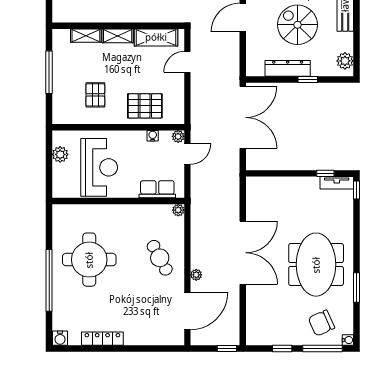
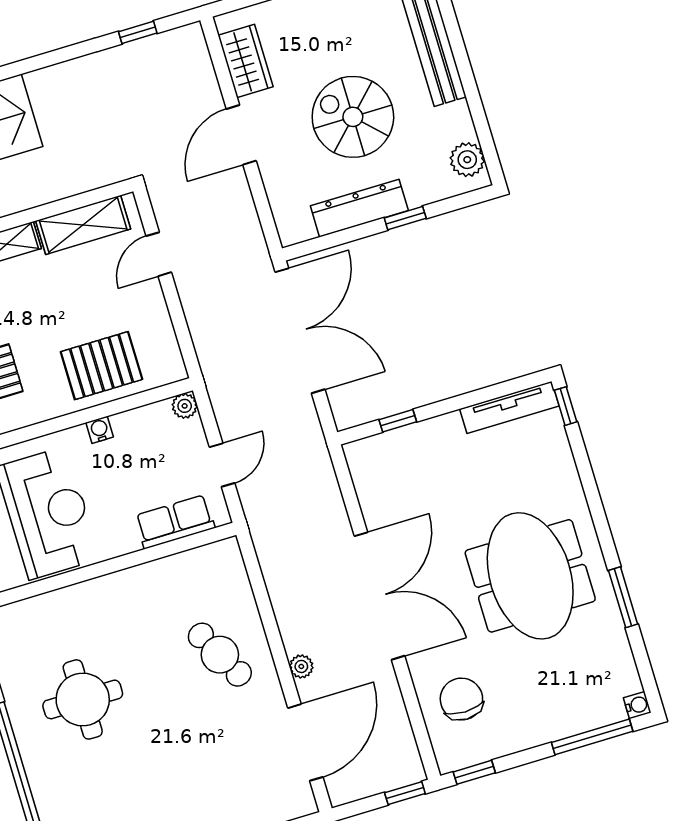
water cooler: (153, 136) -> (100, 430), moved
door: (187, 154) -> (222, 465), moved
window: (325, 173) -> (398, 421), moved
tv unit: (337, 183) -> (509, 407), width x1.41
plant: (178, 210) -> (228, 550), removed
round table: (89, 260) -> (83, 699), width x0.73, depth x0.73
chair: (321, 323) -> (461, 699), moved, turned 114
window: (282, 349) -> (474, 772), moved

